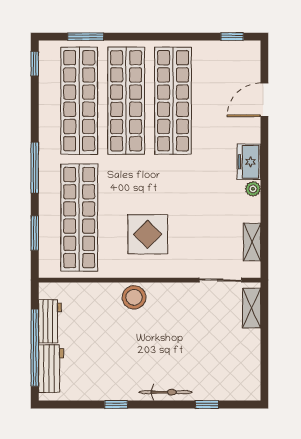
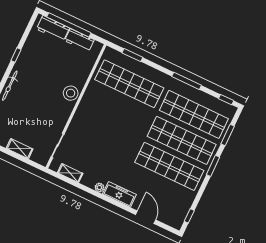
window: (142, 37) -> (213, 166), added
freezer: (249, 162) -> (119, 194), width x1.40
window: (35, 168) -> (187, 81), moved
display table: (148, 234) -> (102, 117), removed
shelving: (252, 308) -> (20, 149), moved

